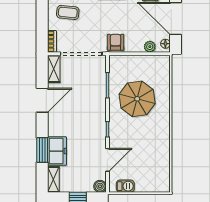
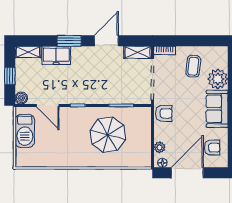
door: (42, 100) -> (106, 41), swing flipped
window: (42, 150) -> (69, 41), moved
barbecue: (125, 186) -> (25, 131), width x1.88, depth x1.53

